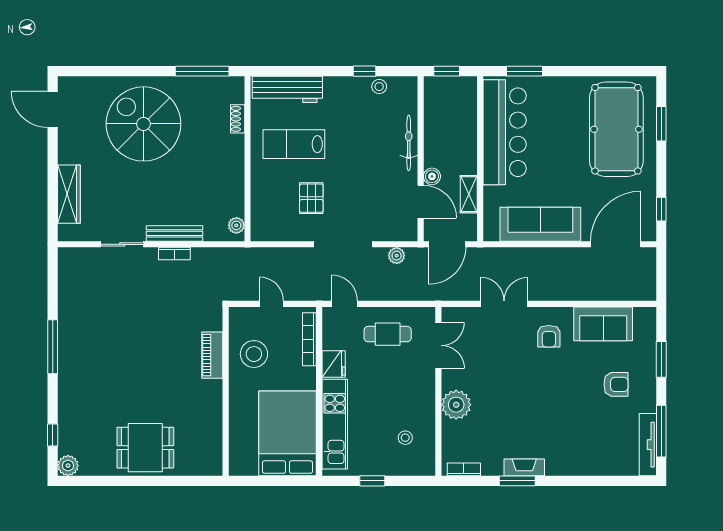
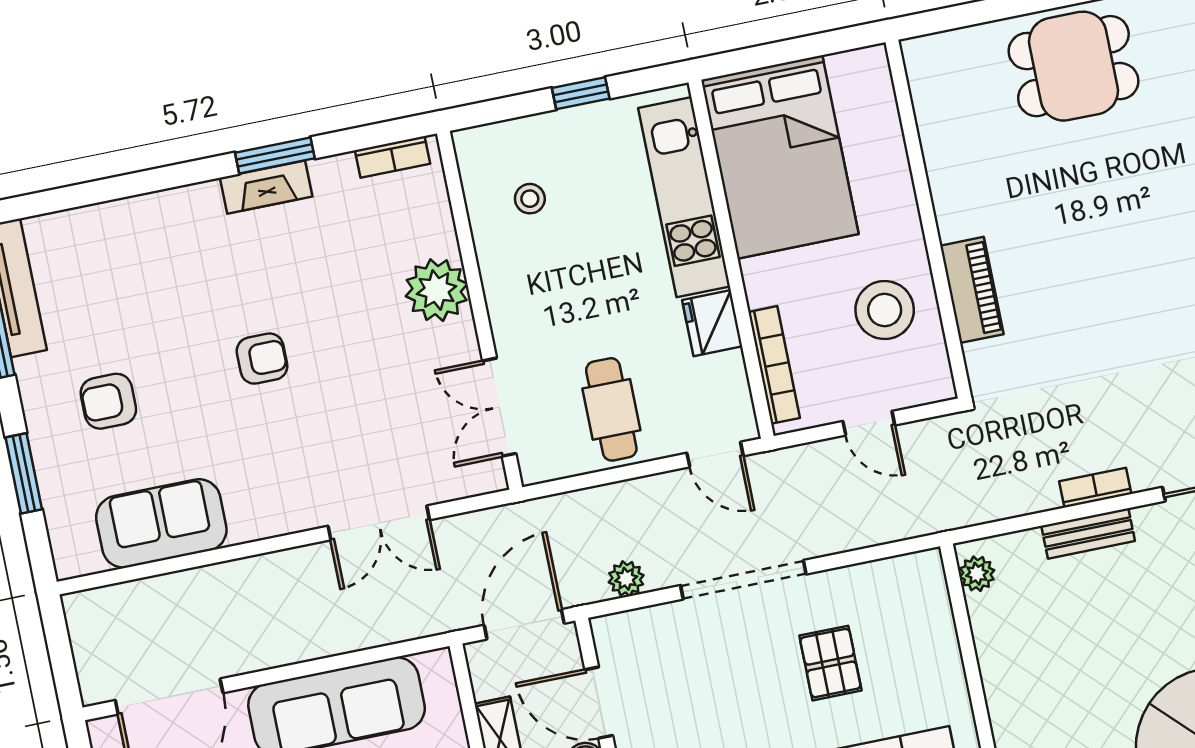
bench: (174, 233) -> (1088, 533), width x0.73
cafe table: (388, 334) -> (611, 409), turned 90
armchair: (549, 336) -> (262, 359), moved, turned 90

